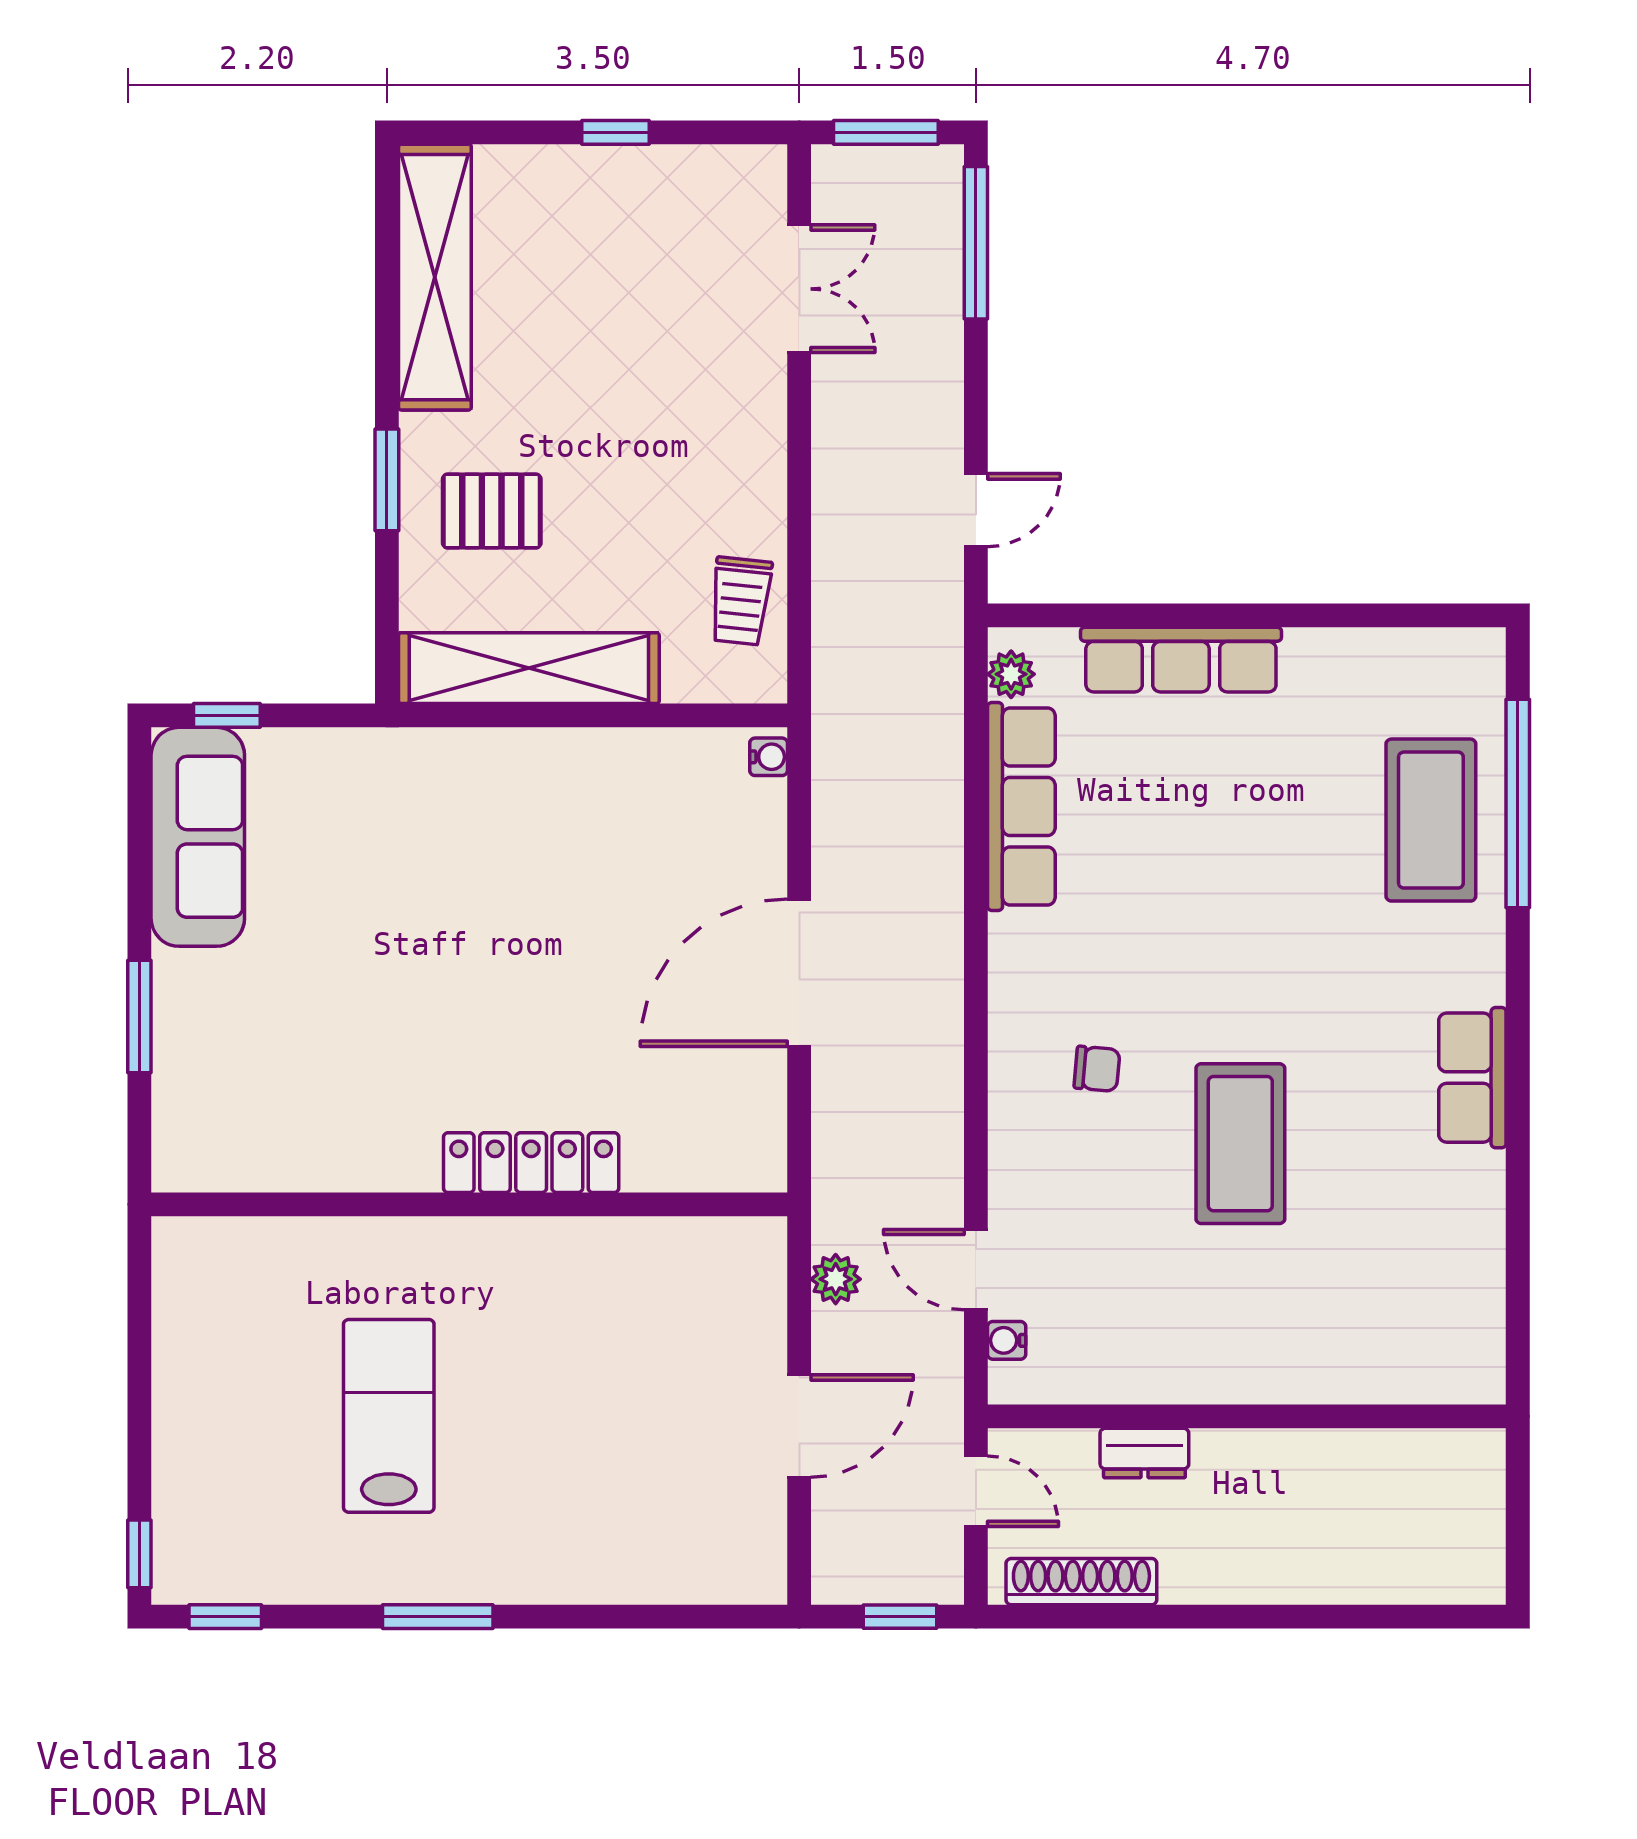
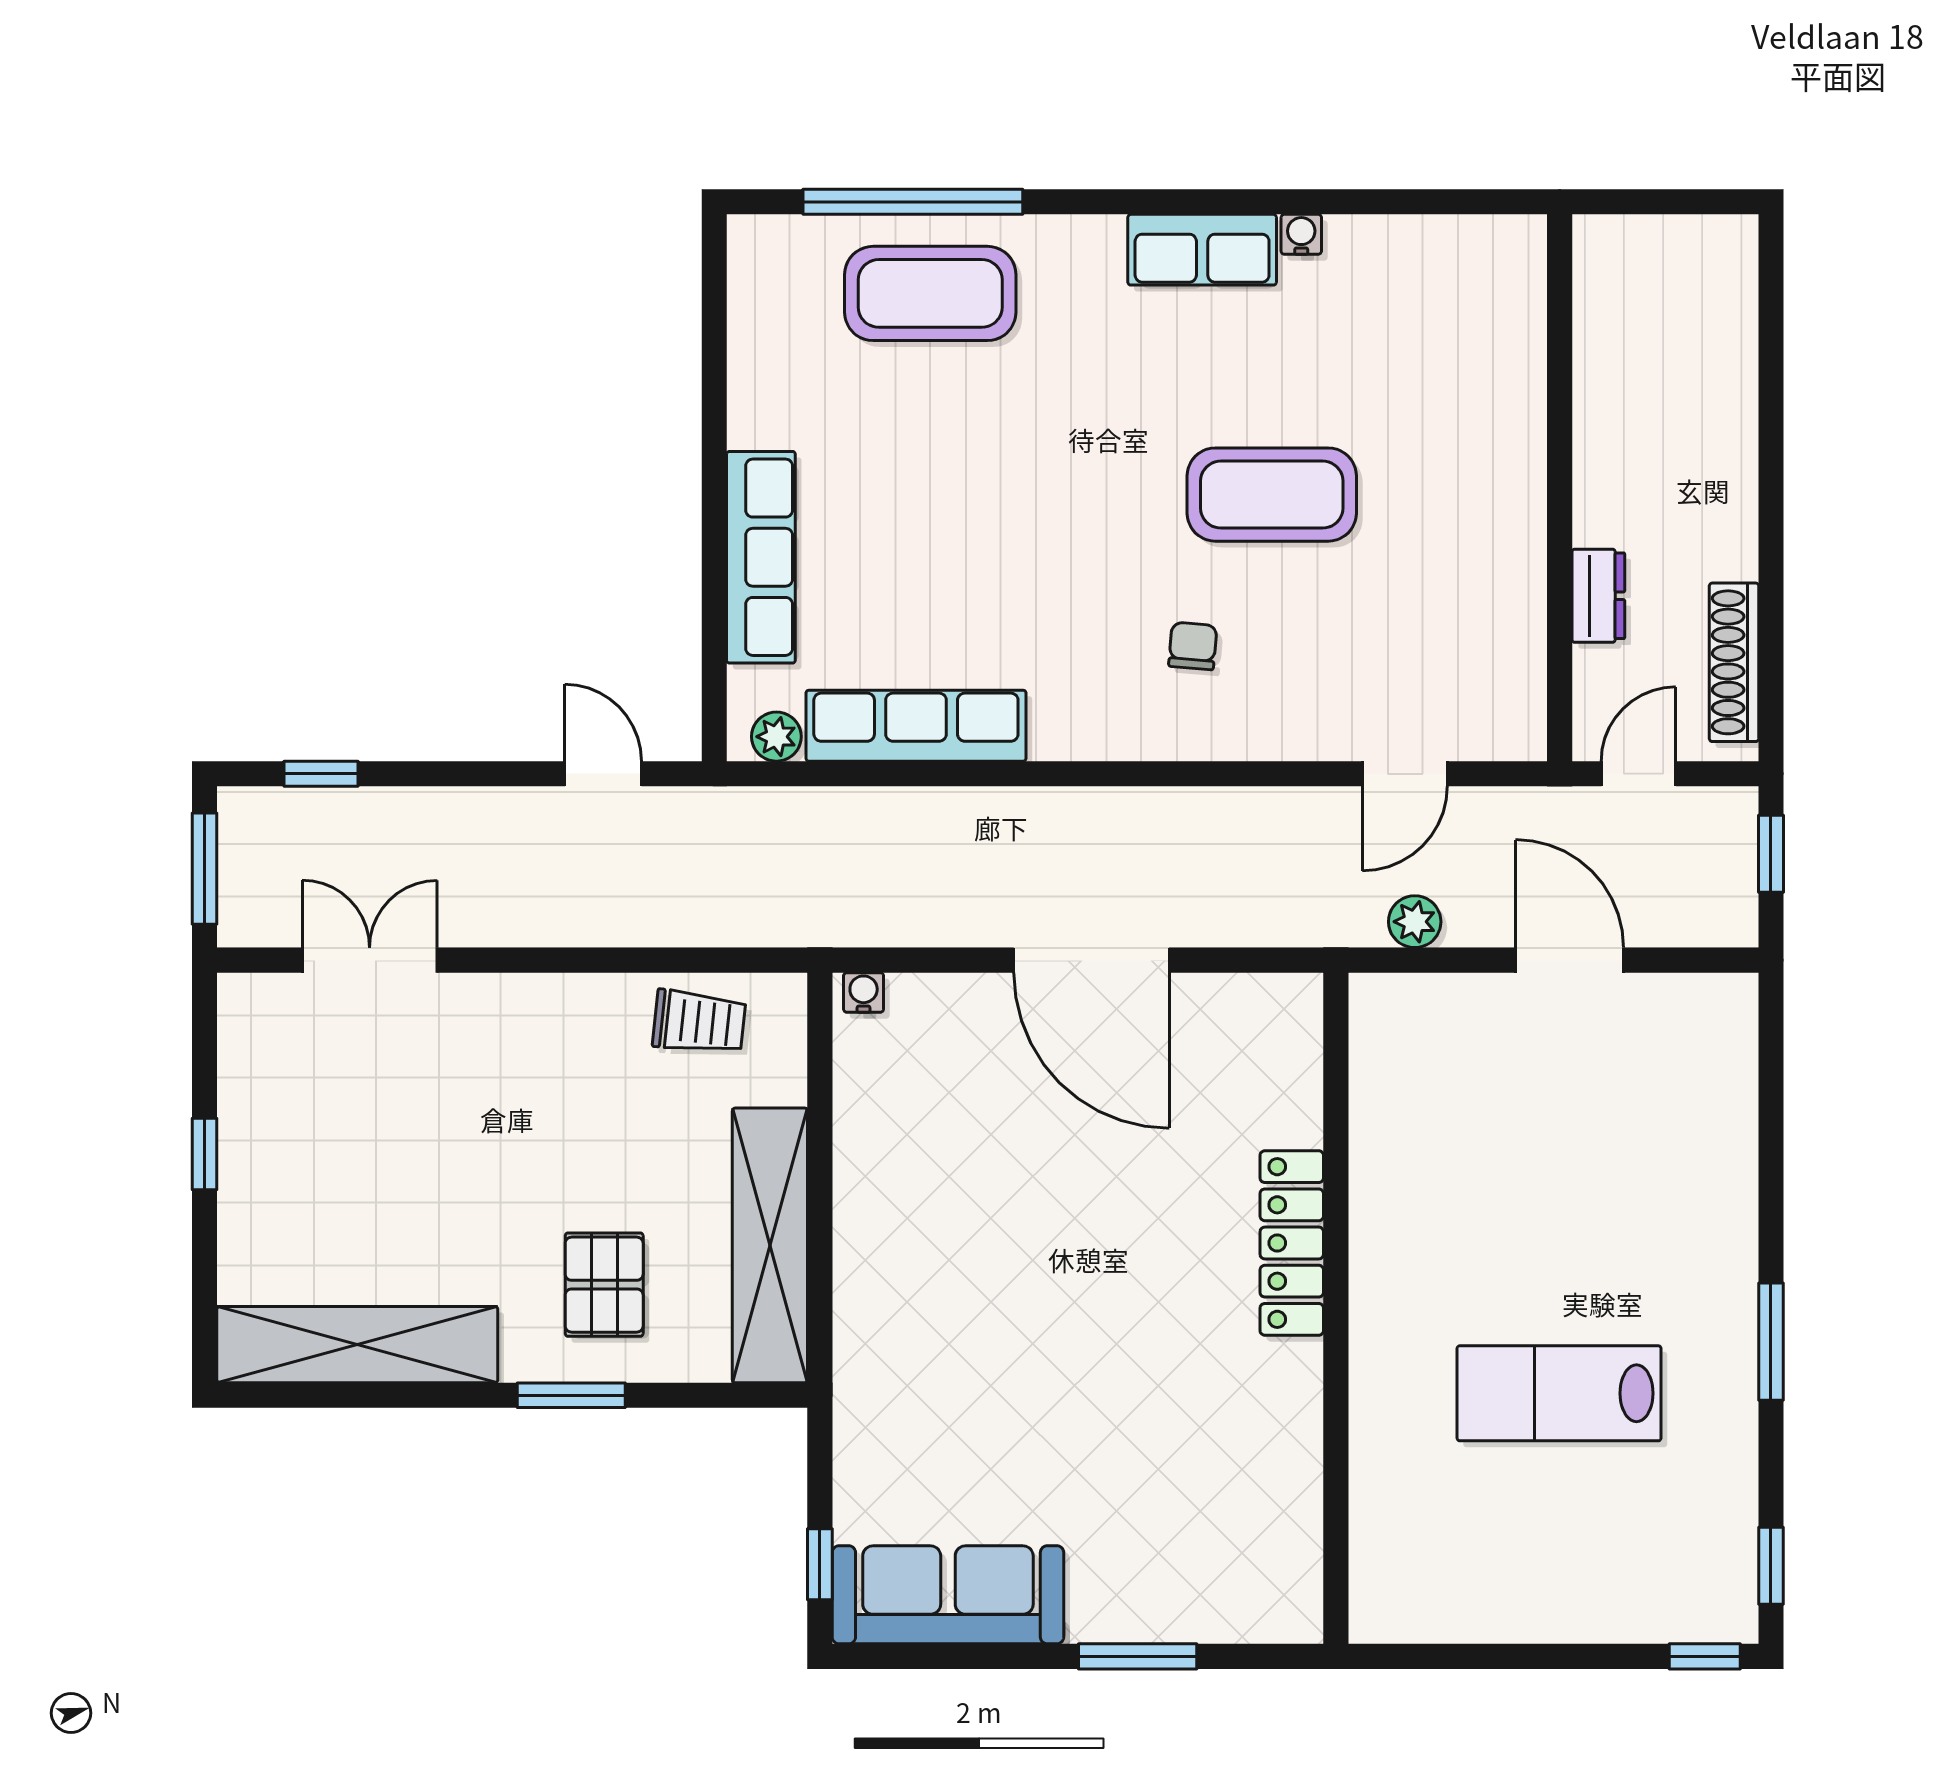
window: (976, 243) -> (321, 774), width x0.46
water cooler: (1007, 1340) -> (1301, 234), moved, turned 180

